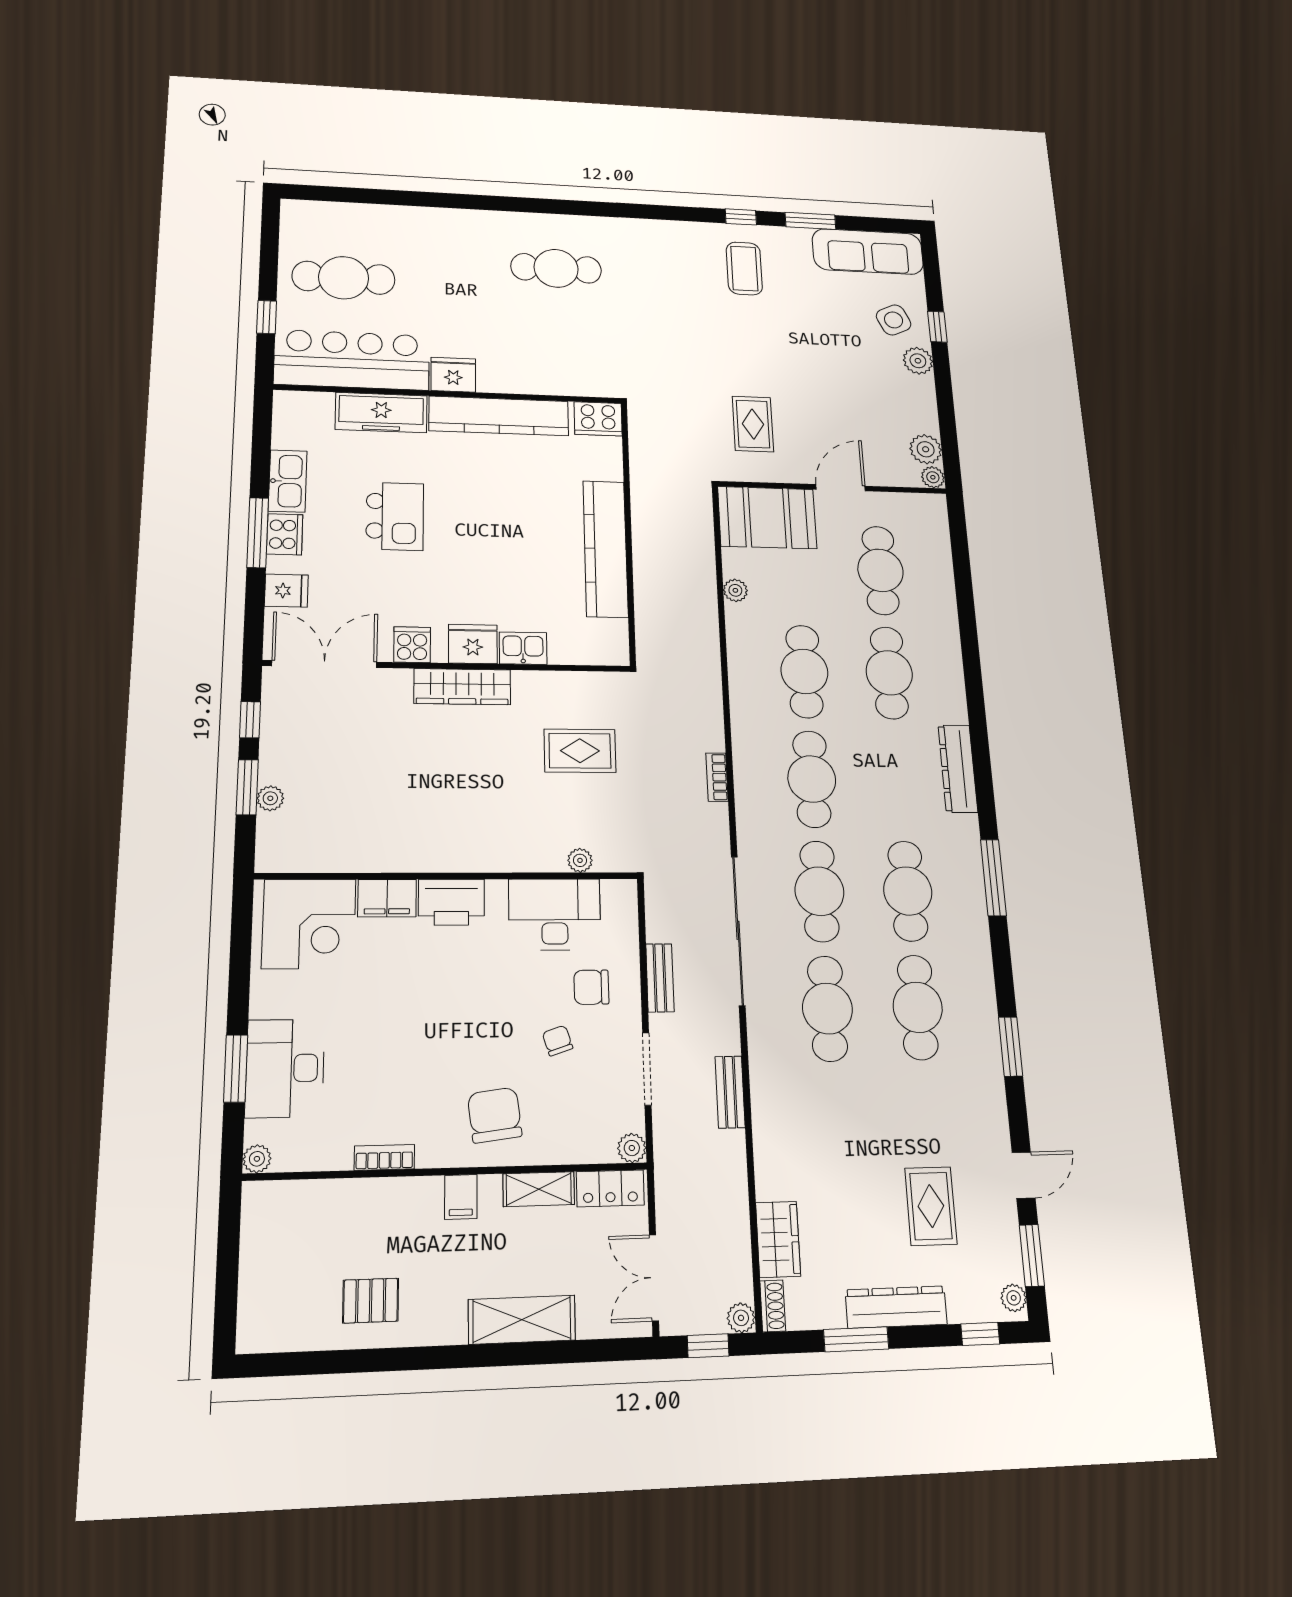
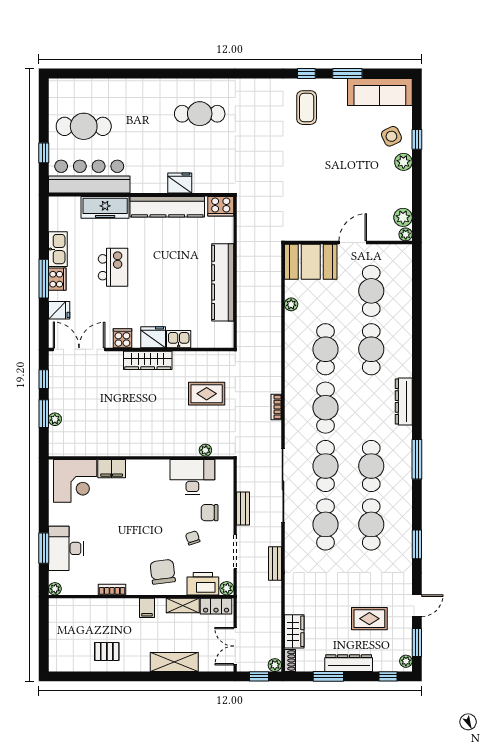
fridge: (453, 375) -> (180, 183), moved
rug: (753, 424) -> (306, 206), removed
printer: (451, 902) -> (203, 584), moved, turned 180
rug: (931, 1206) -> (369, 619), turned 90

